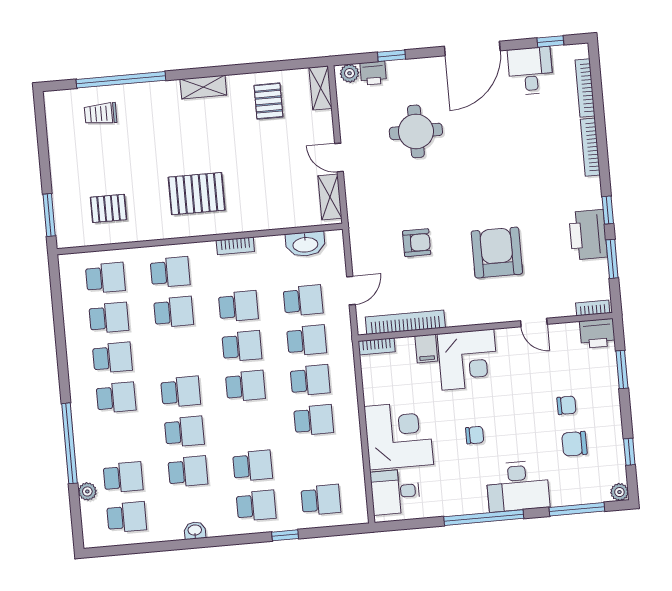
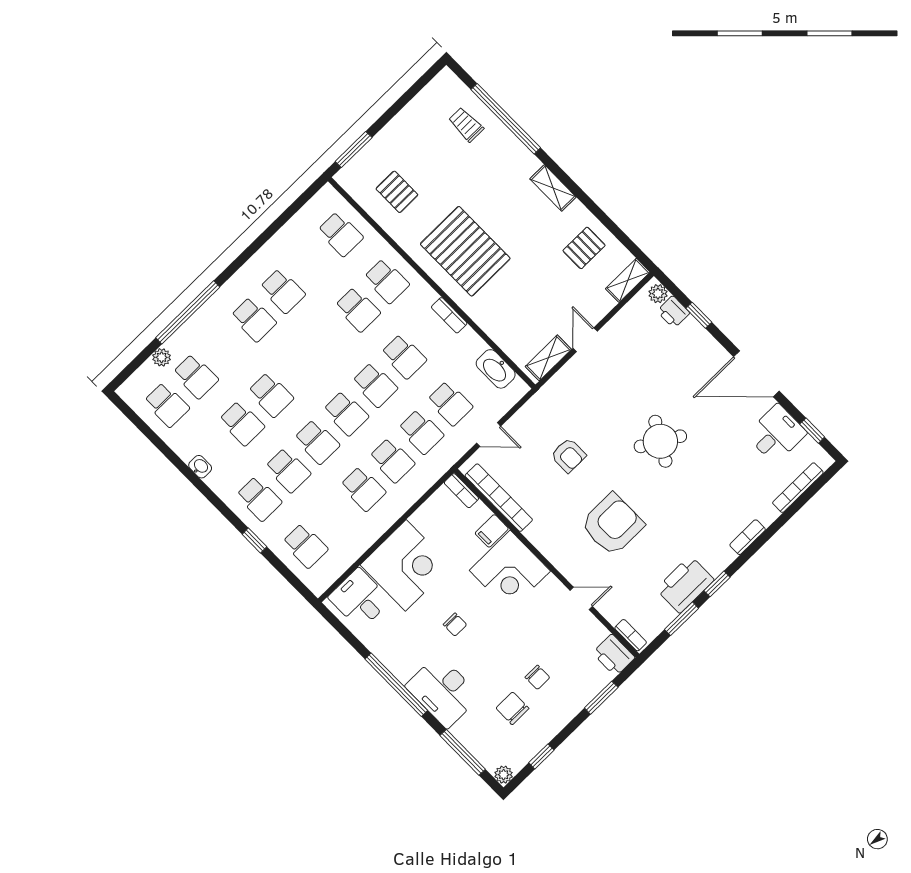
round table: (416, 131) -> (660, 441), moved, turned 30
bookcase: (590, 147) -> (748, 537), width x0.64
pallet: (197, 194) -> (465, 251), width x1.37, depth x1.41
school desk: (109, 318) -> (312, 262), removed
door: (534, 322) -> (581, 598), swing flipped
school desk: (181, 392) -> (317, 442), moved

